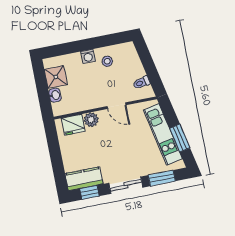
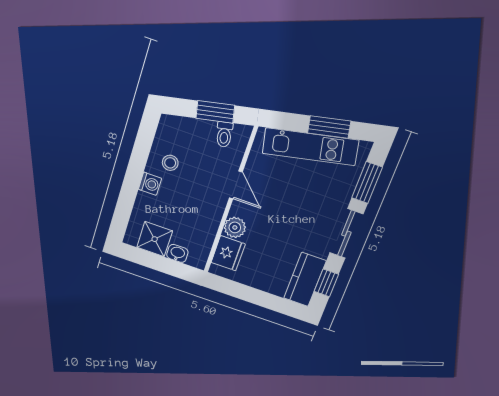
window: (151, 71) -> (215, 112), added
door: (117, 106) -> (236, 185), hinge flipped

